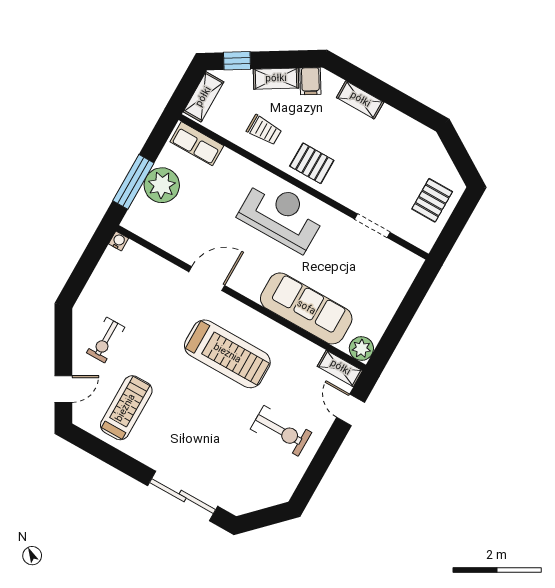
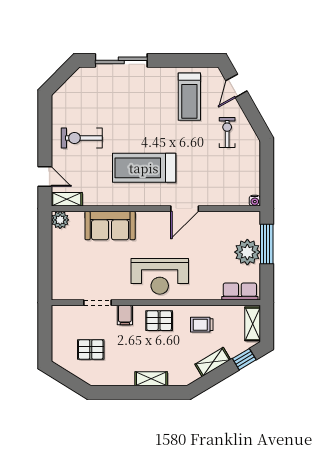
filing cabinet: (310, 81) -> (125, 315), moved, turned -149
pallet: (432, 200) -> (91, 349), moved, turned 90
sofa: (306, 308) -> (110, 226), width x0.73

